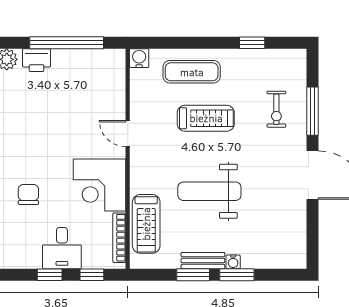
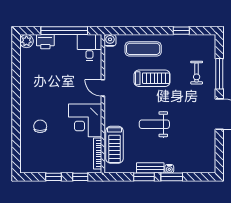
weight bench: (209, 191) -> (154, 124), width x0.73, depth x0.75
desk: (62, 248) -> (89, 47), moved, turned 180

